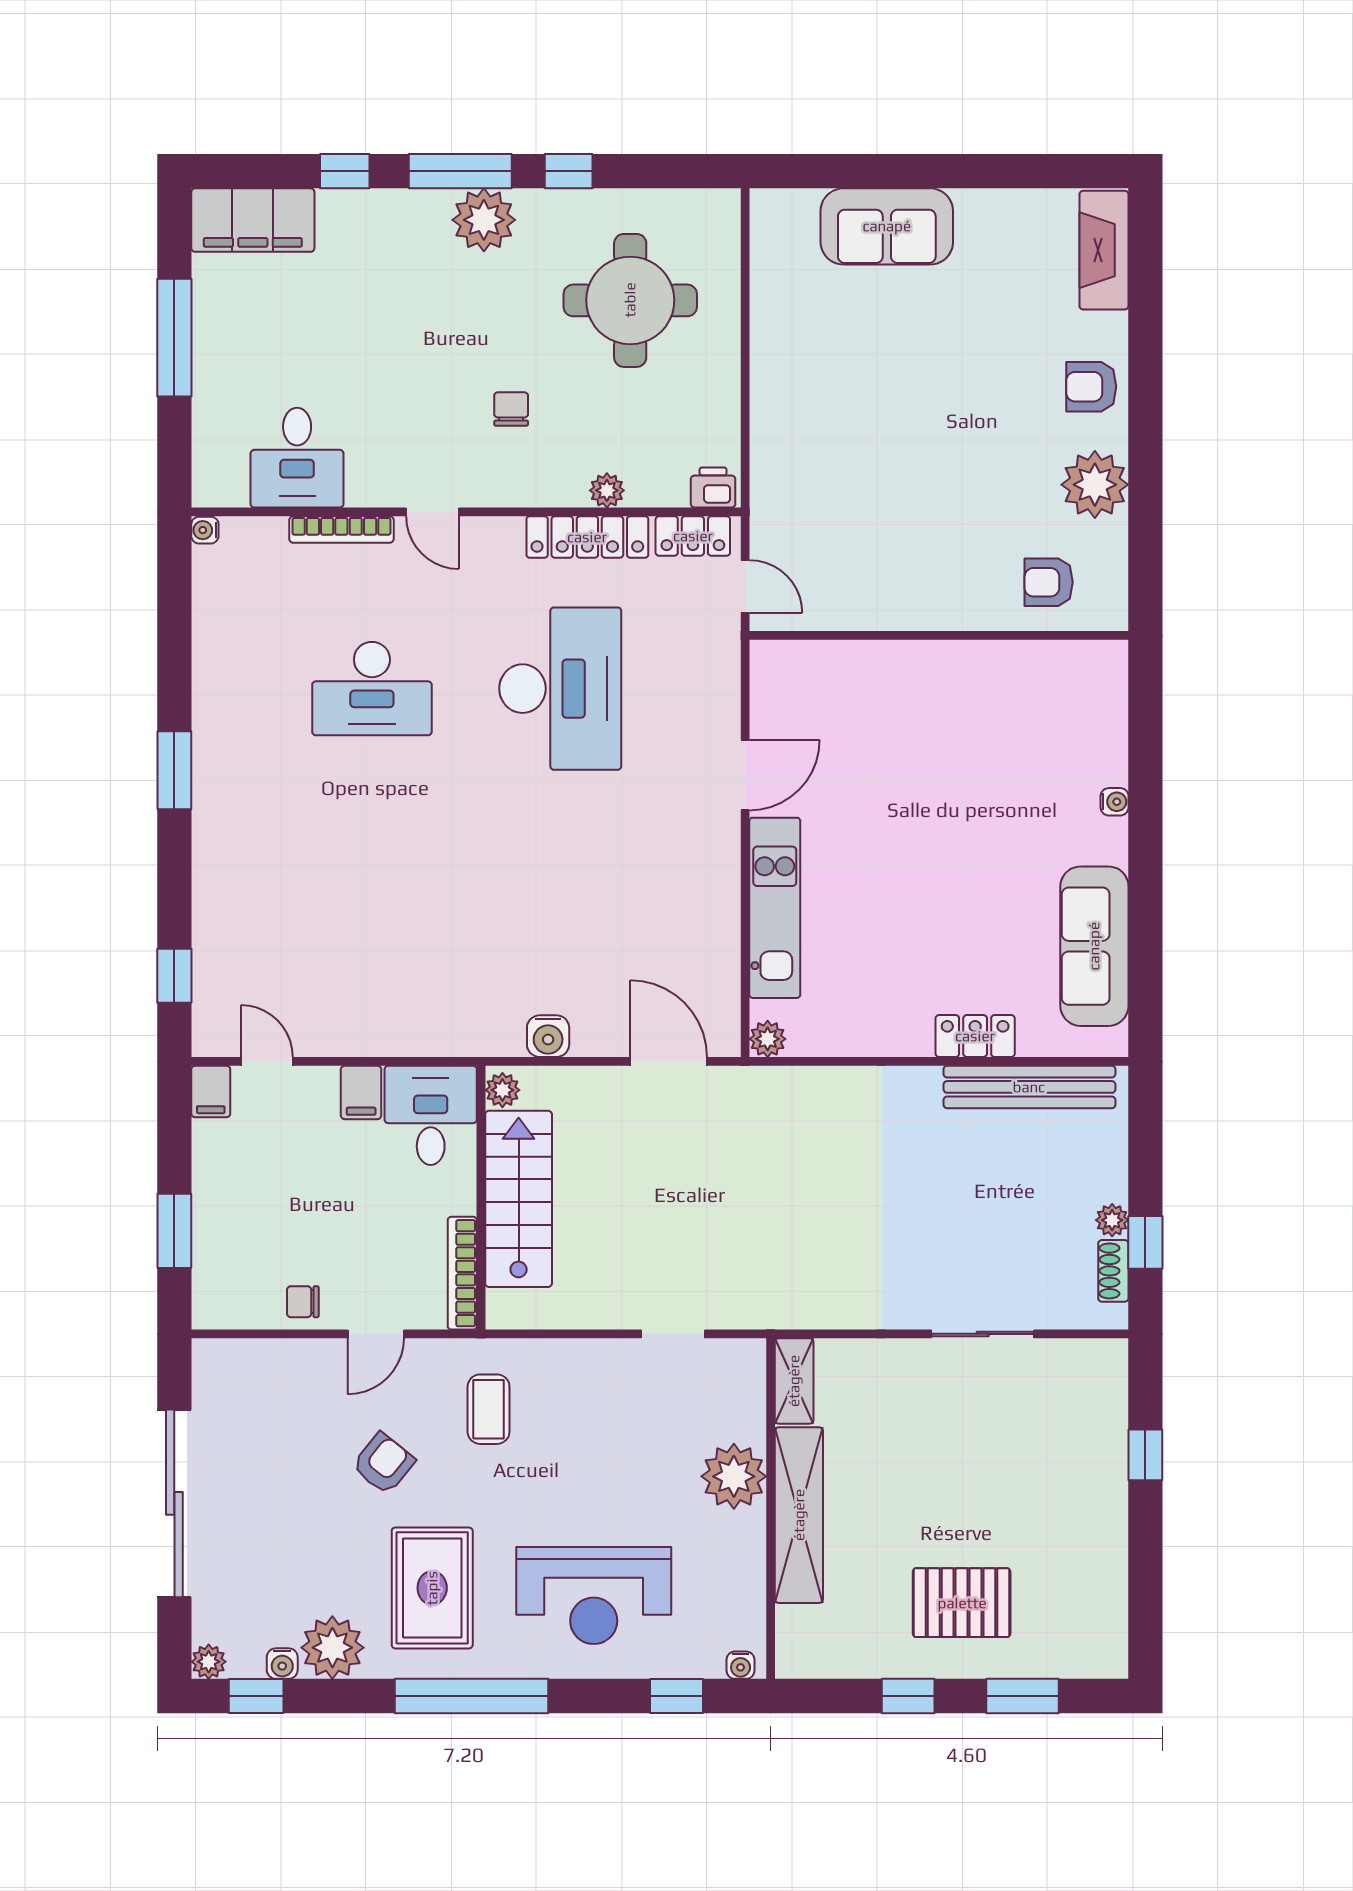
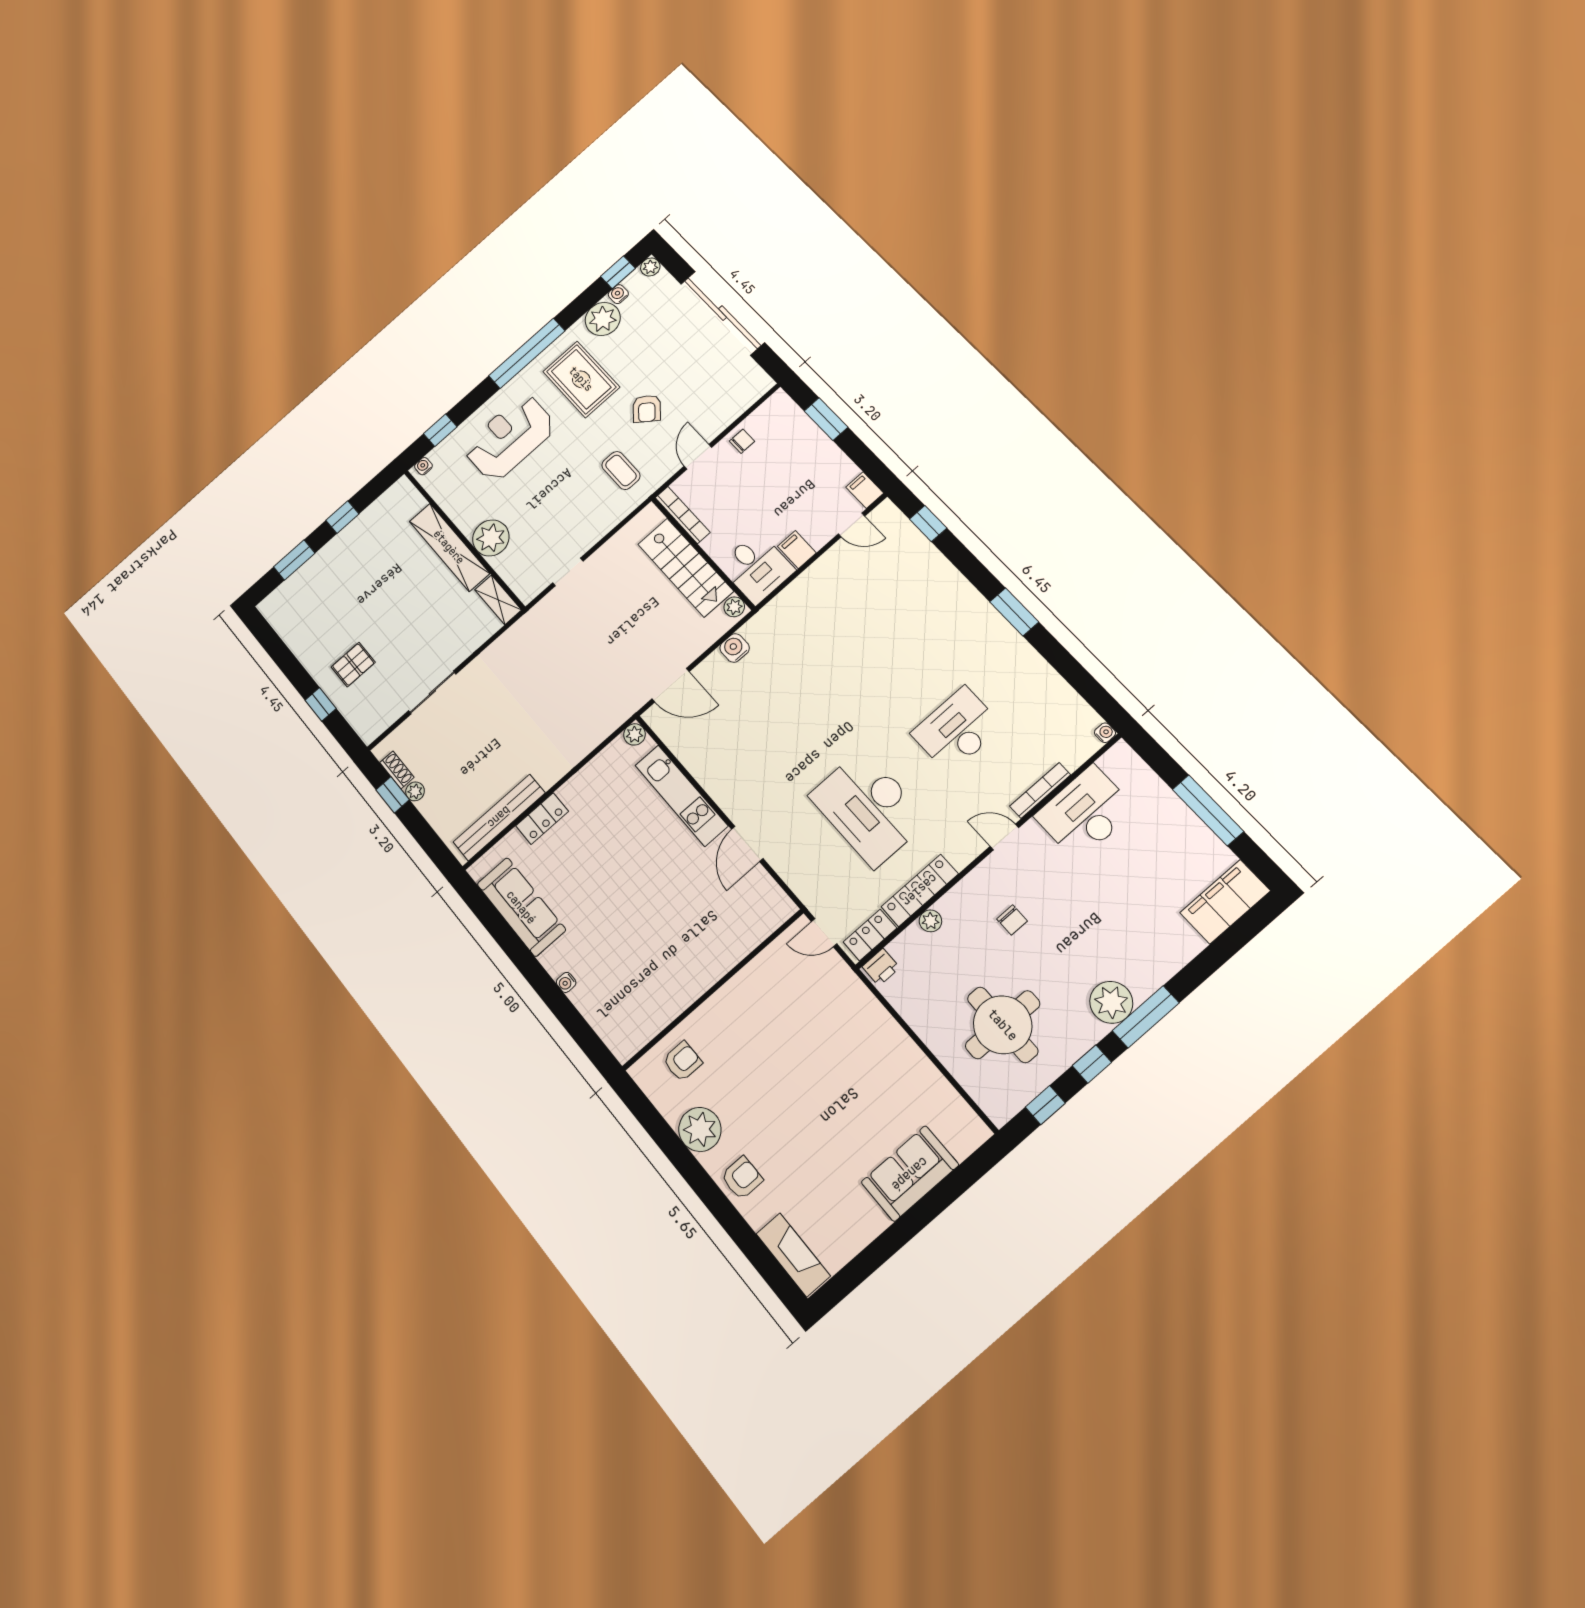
window: (345, 171) -> (1045, 1105), moved
desk: (297, 458) -> (1085, 813), width x1.37
pallet: (962, 1603) -> (353, 665), moved, width x0.67, depth x0.71

